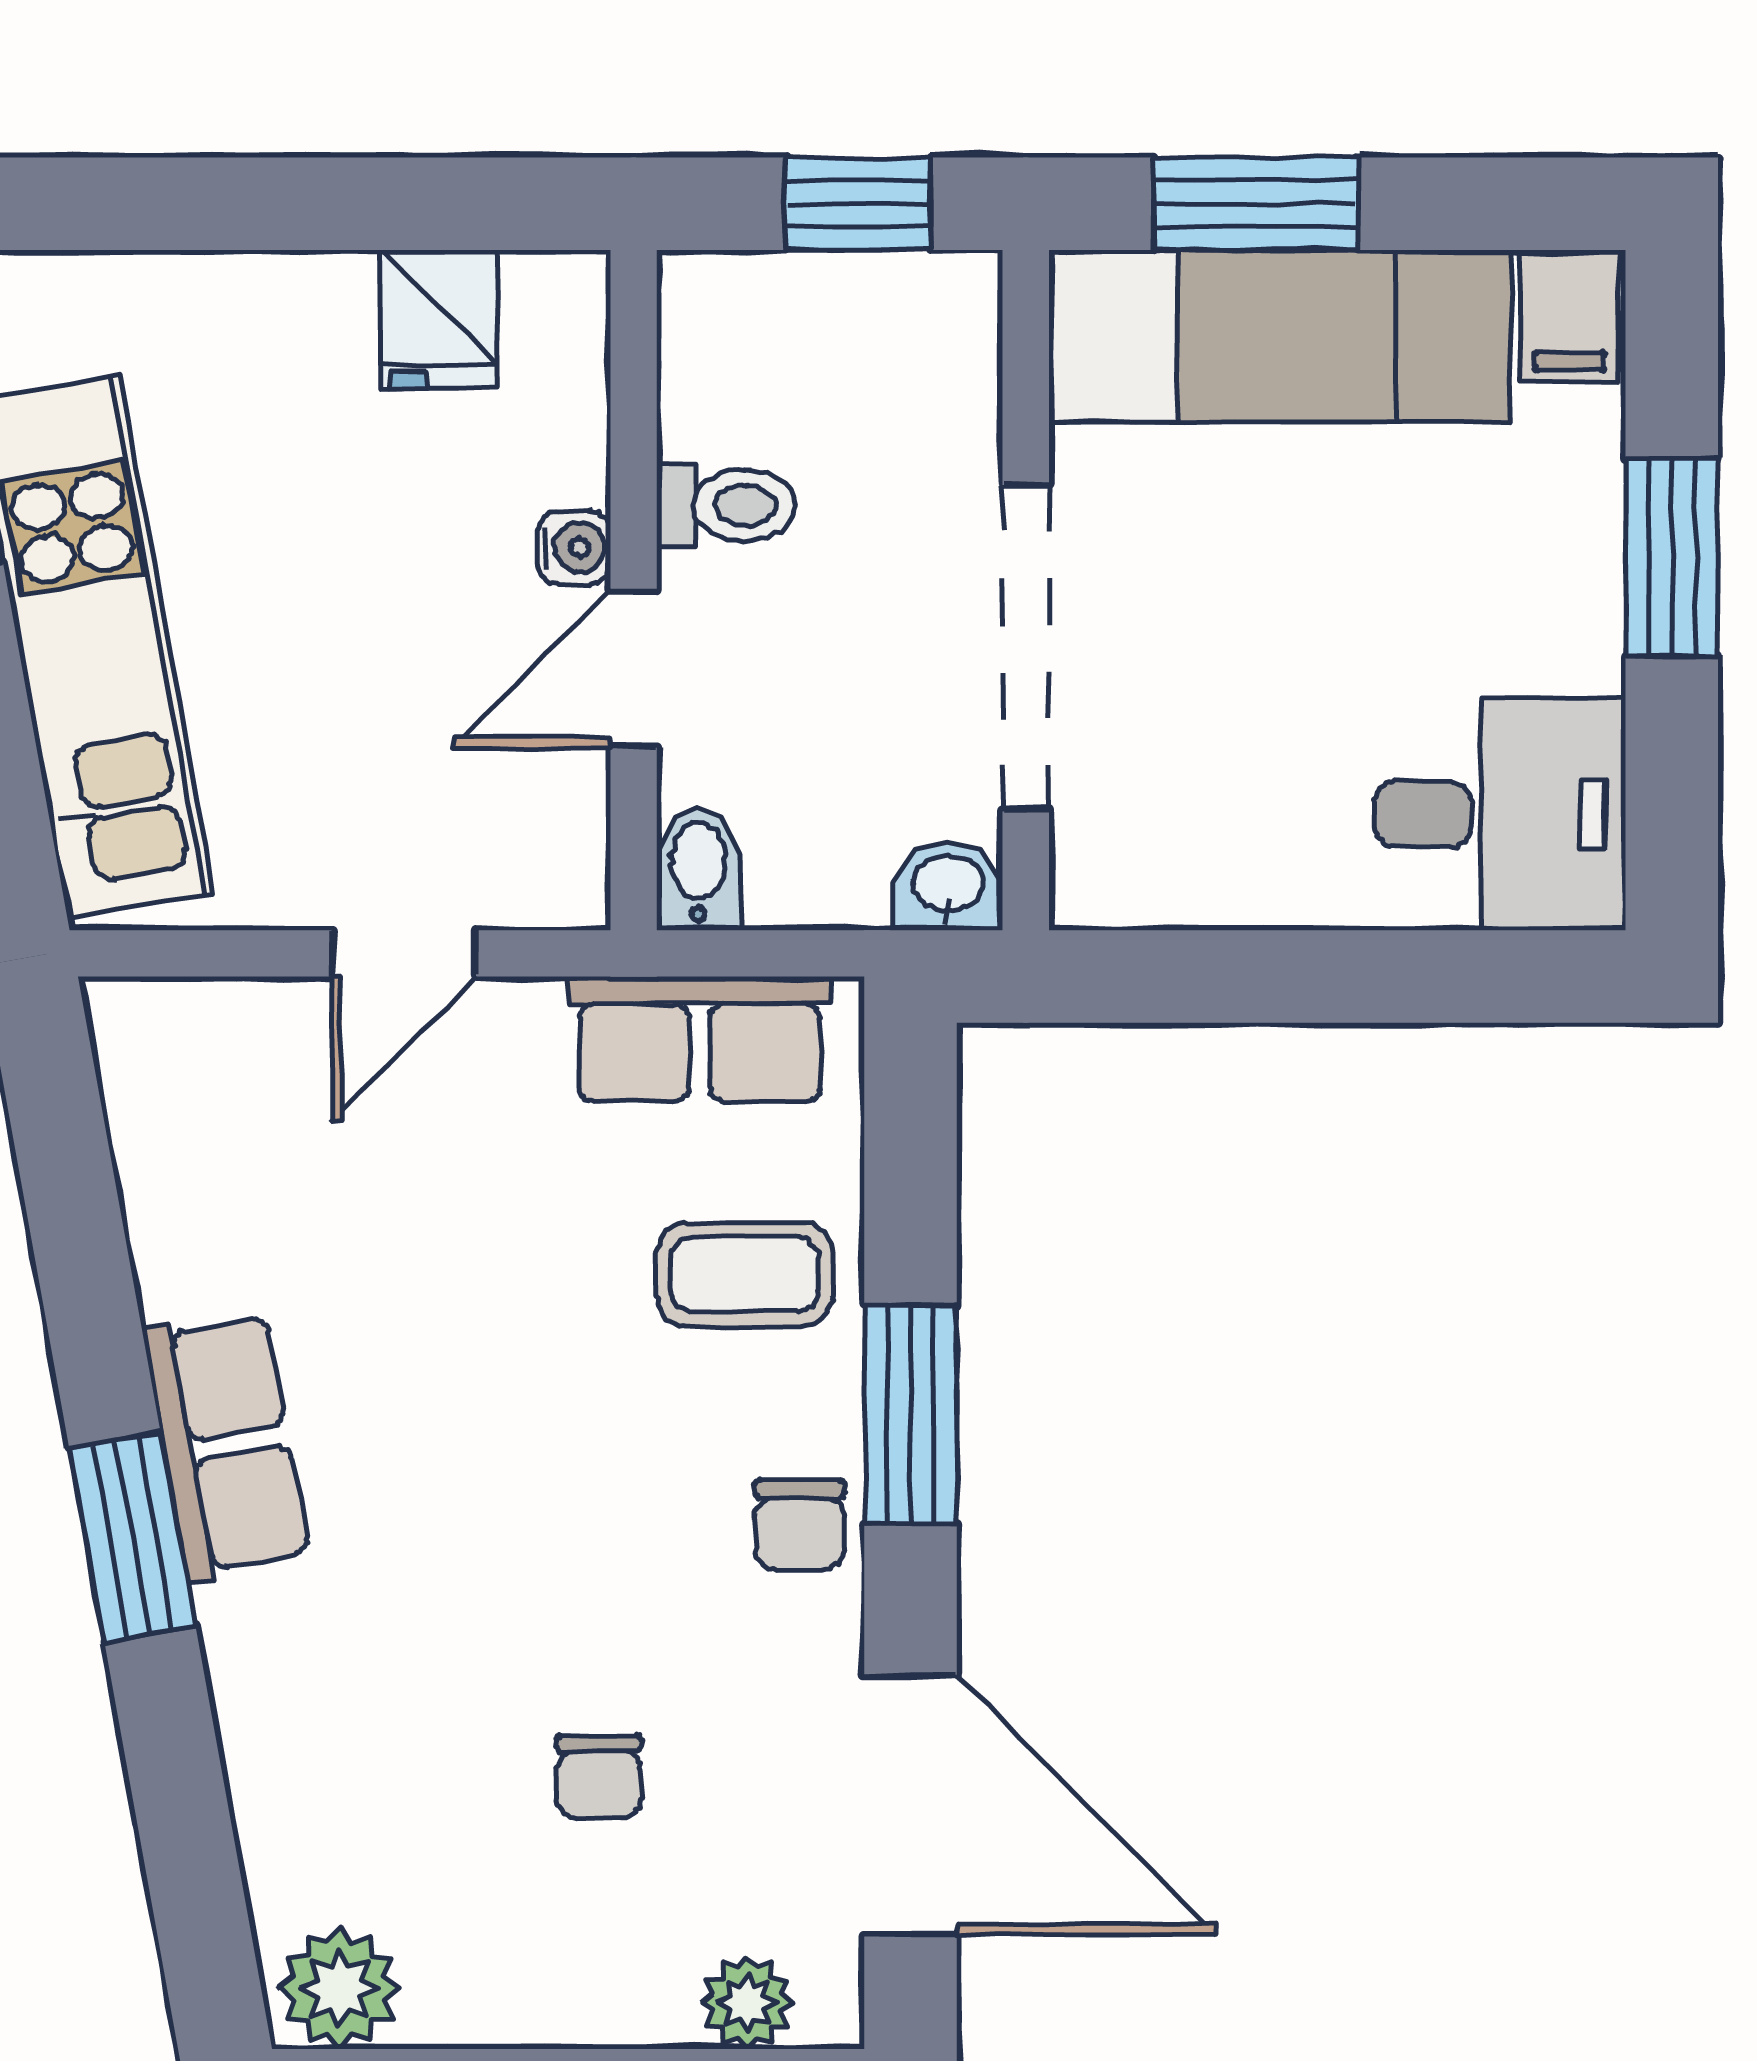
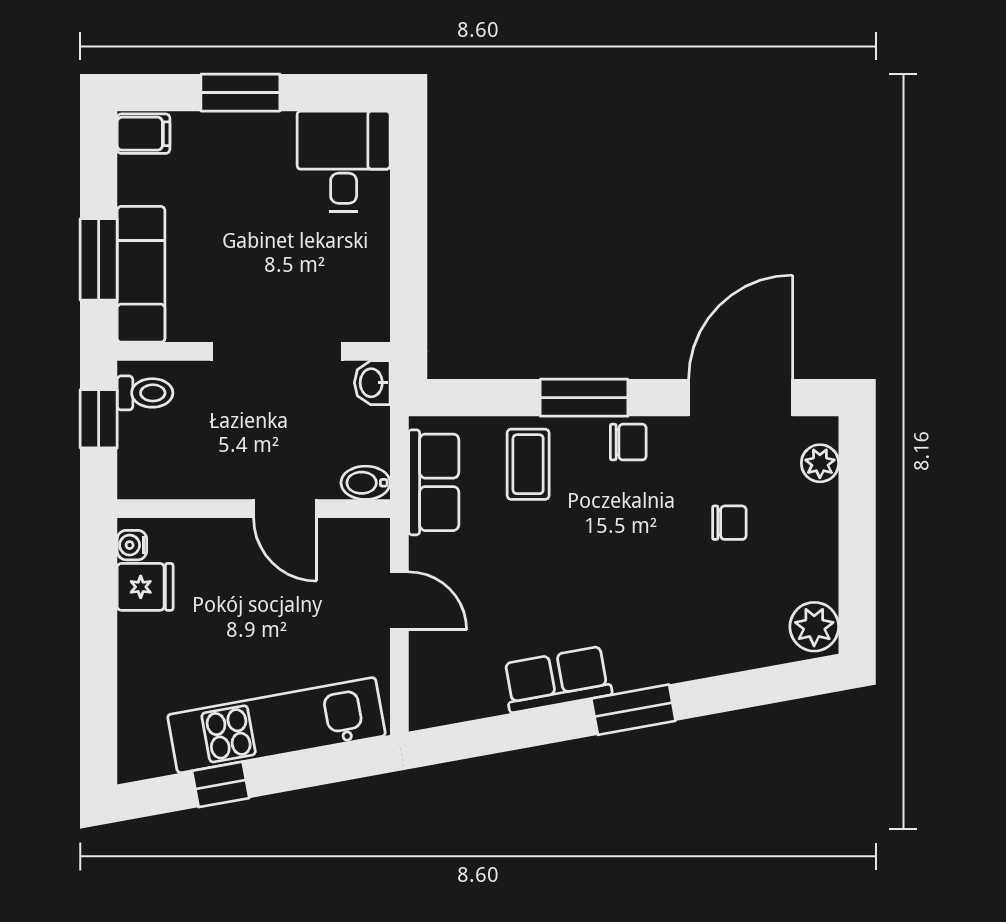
exam couch: (1280, 336) -> (141, 274), width x0.73, depth x0.69
toilet: (726, 505) -> (145, 393), moved, turned 90
water cooler: (574, 548) -> (132, 545), moved, turned -90
row of seats: (226, 1445) -> (557, 679), moved

